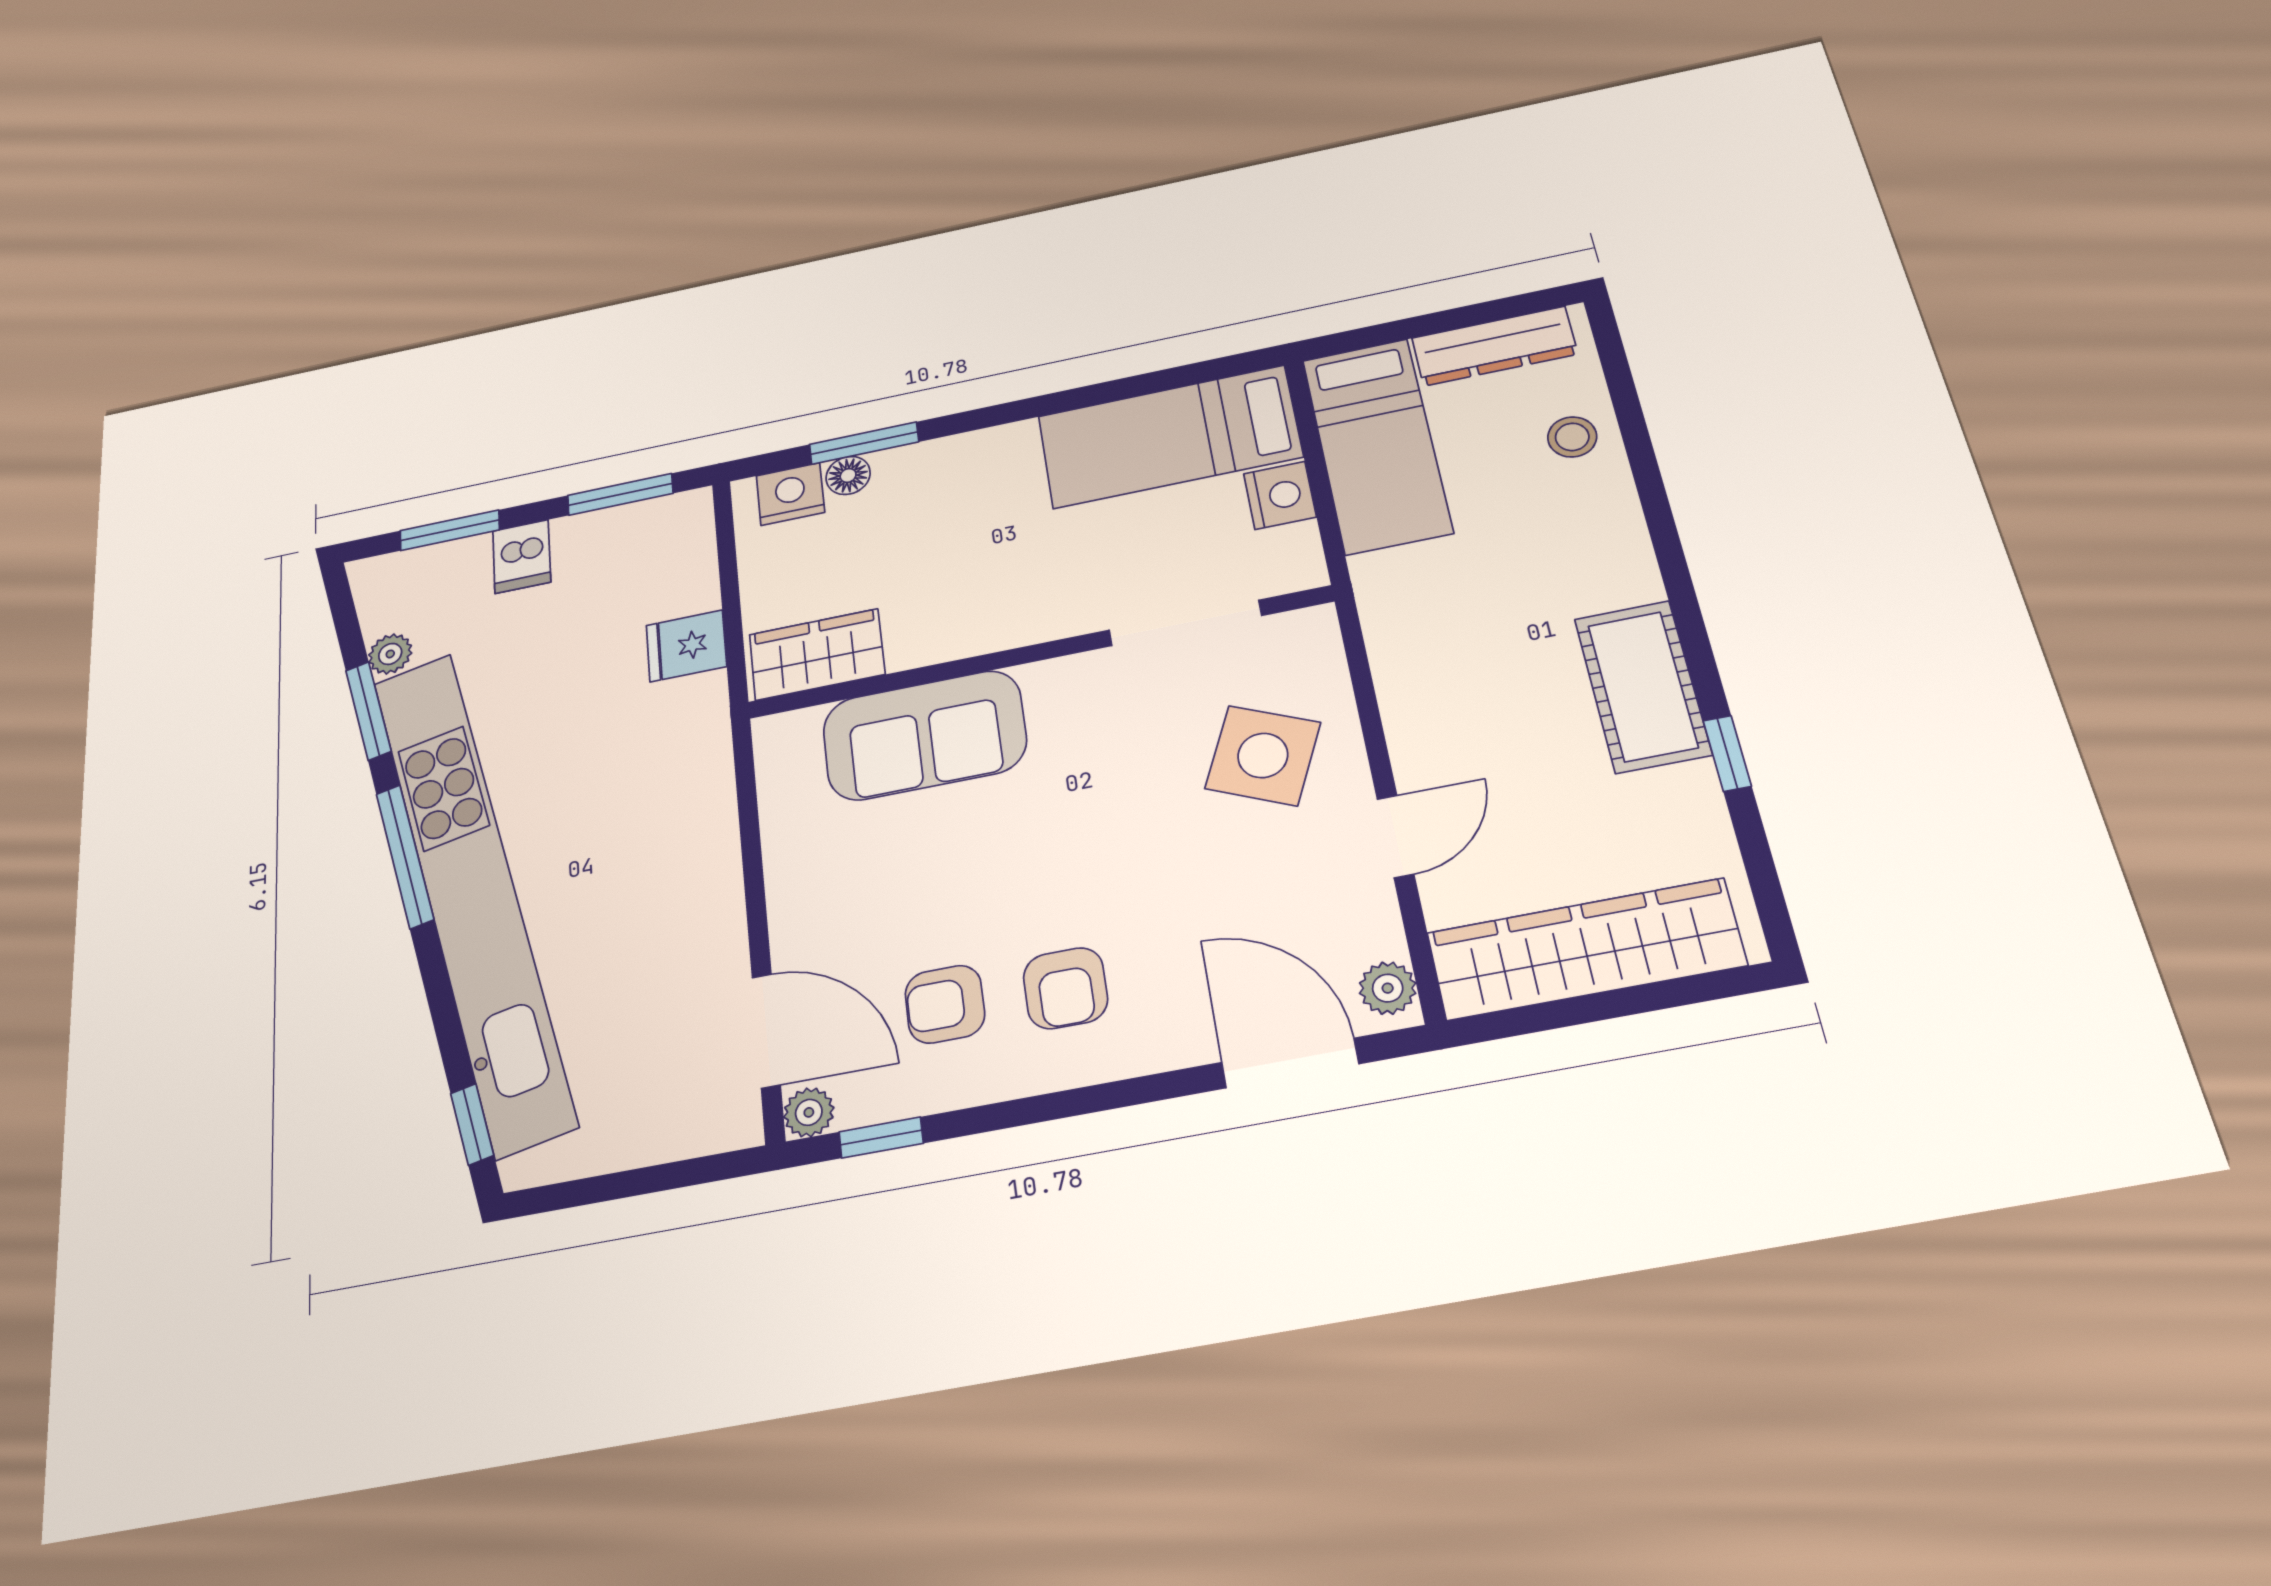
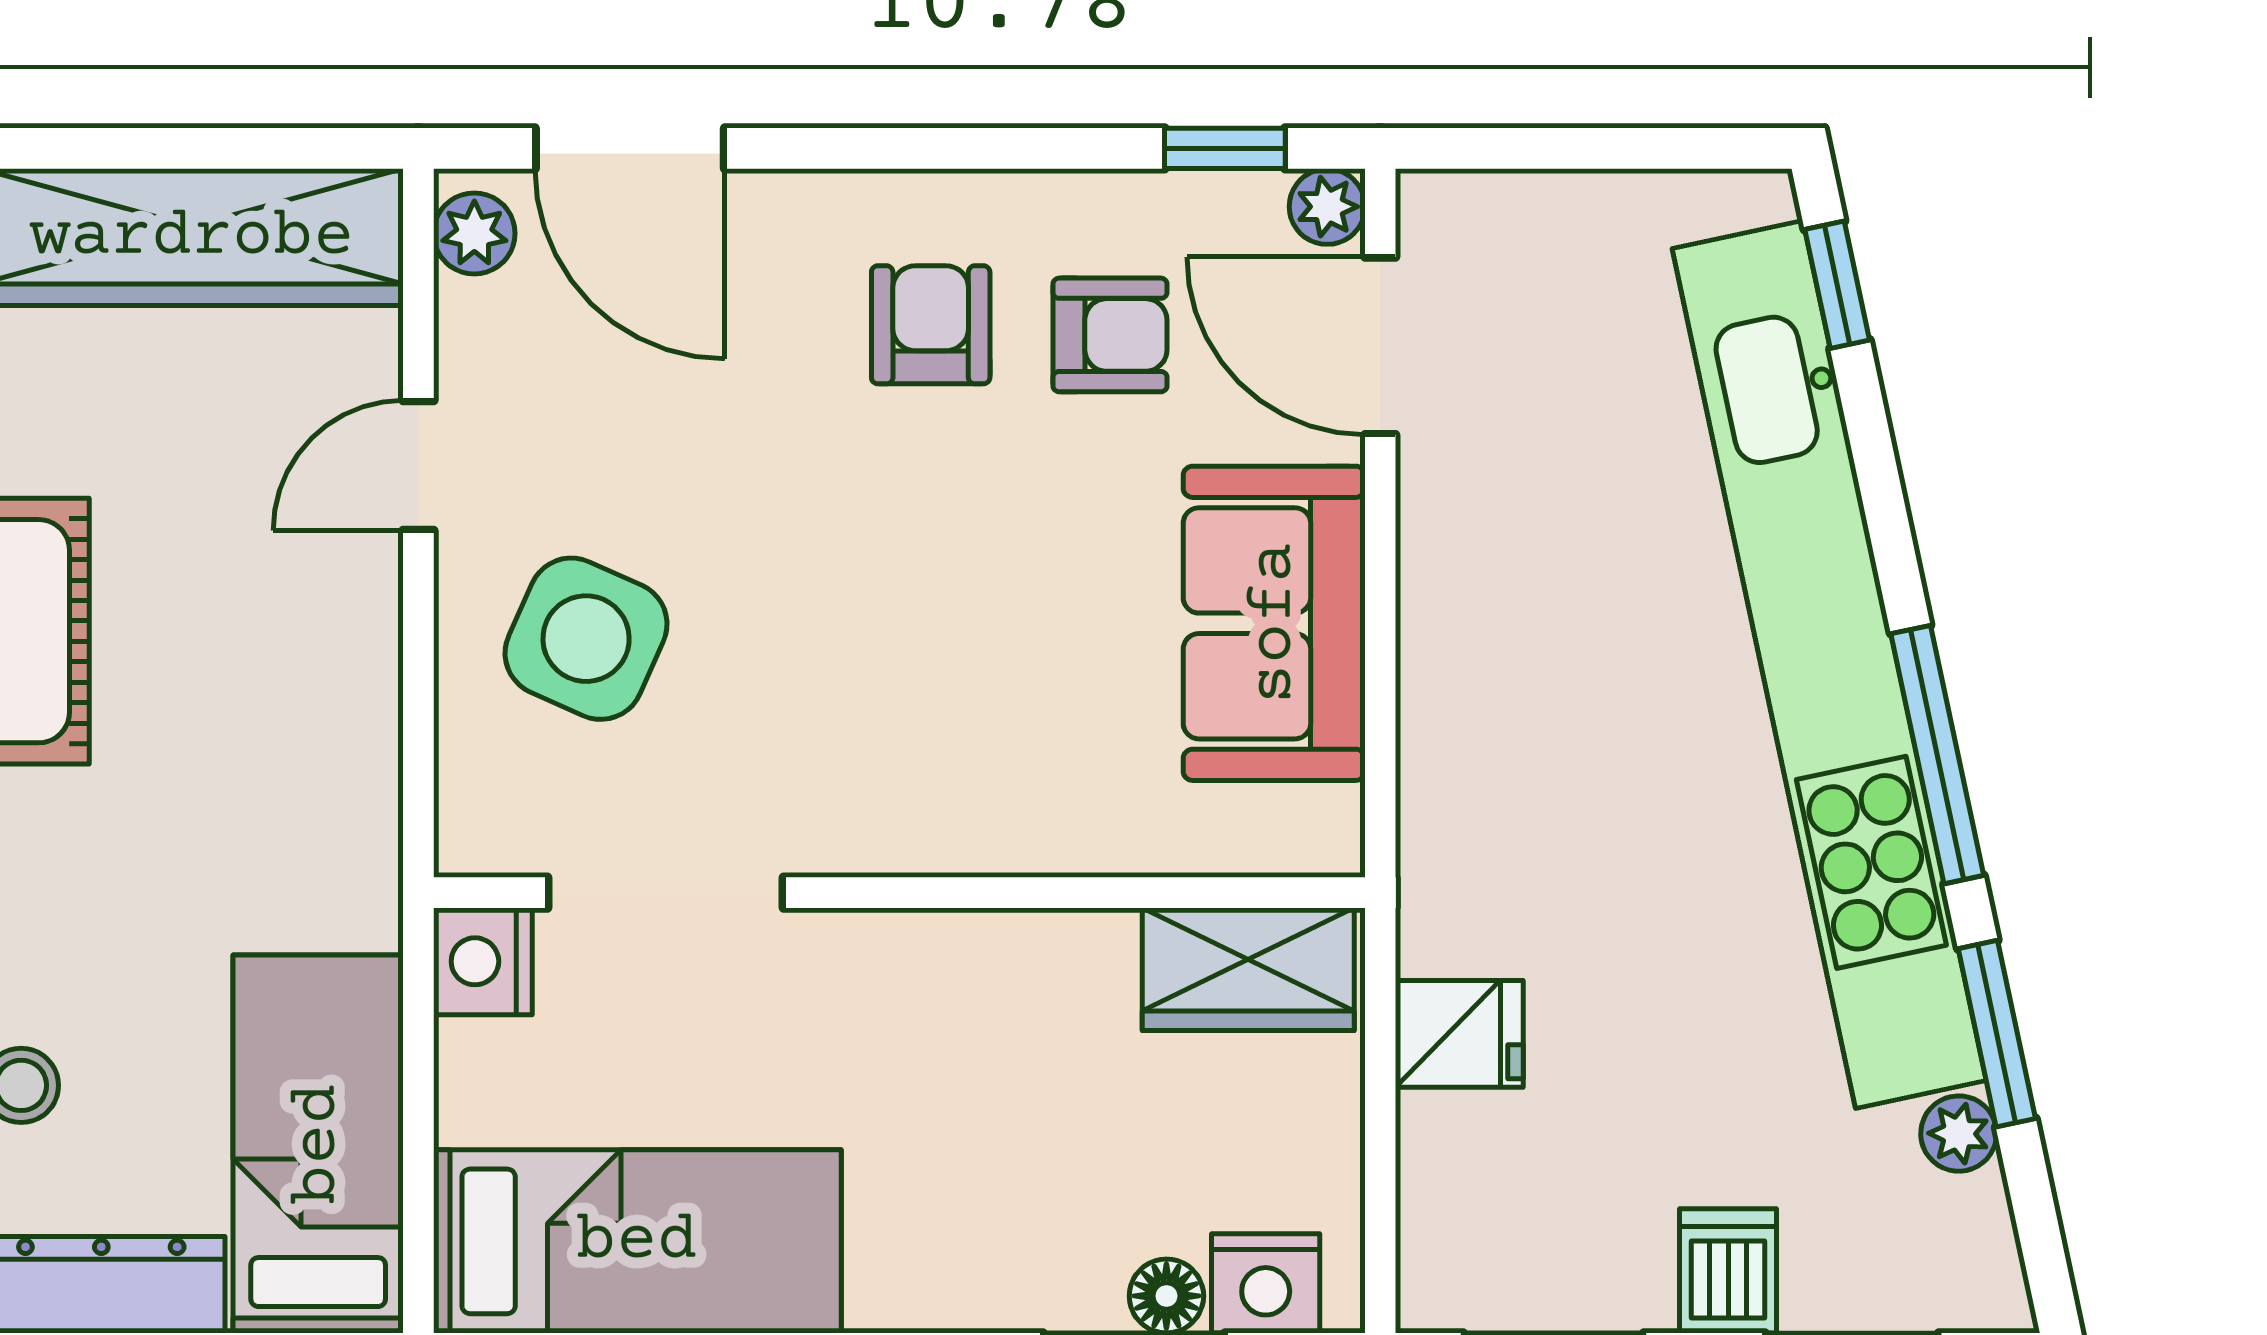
nightstand: (1280, 495) -> (483, 961), moved
sofa: (924, 735) -> (1274, 623), moved, turned -90

